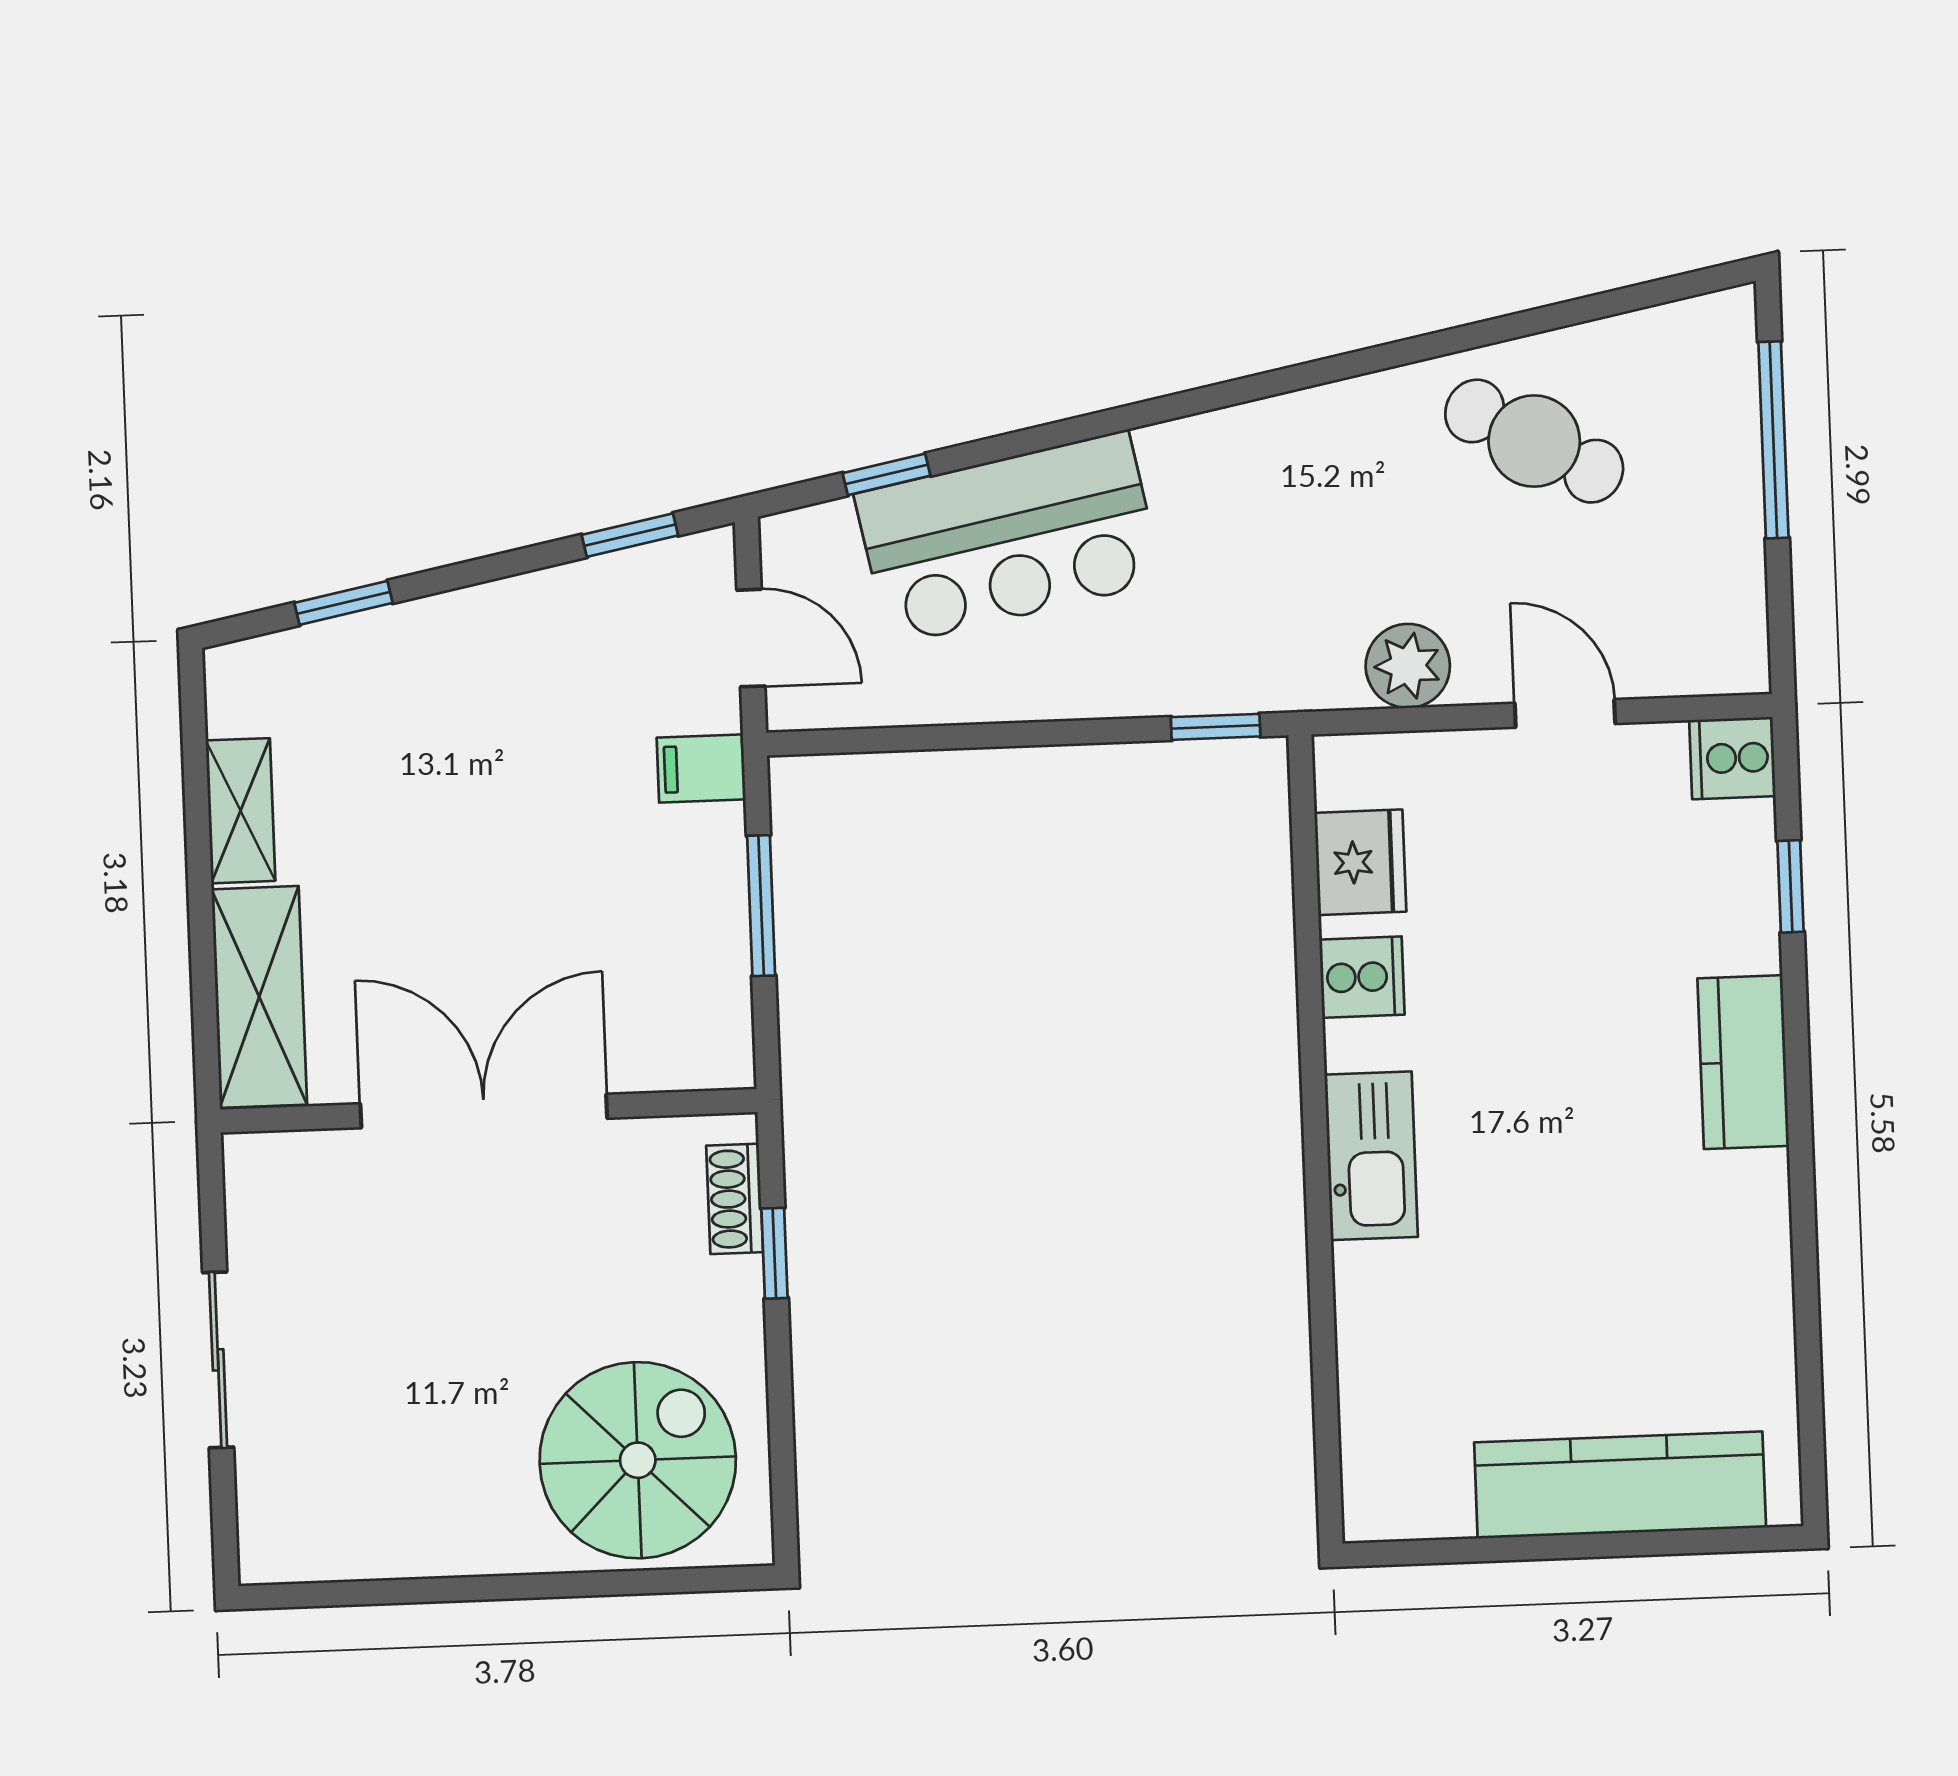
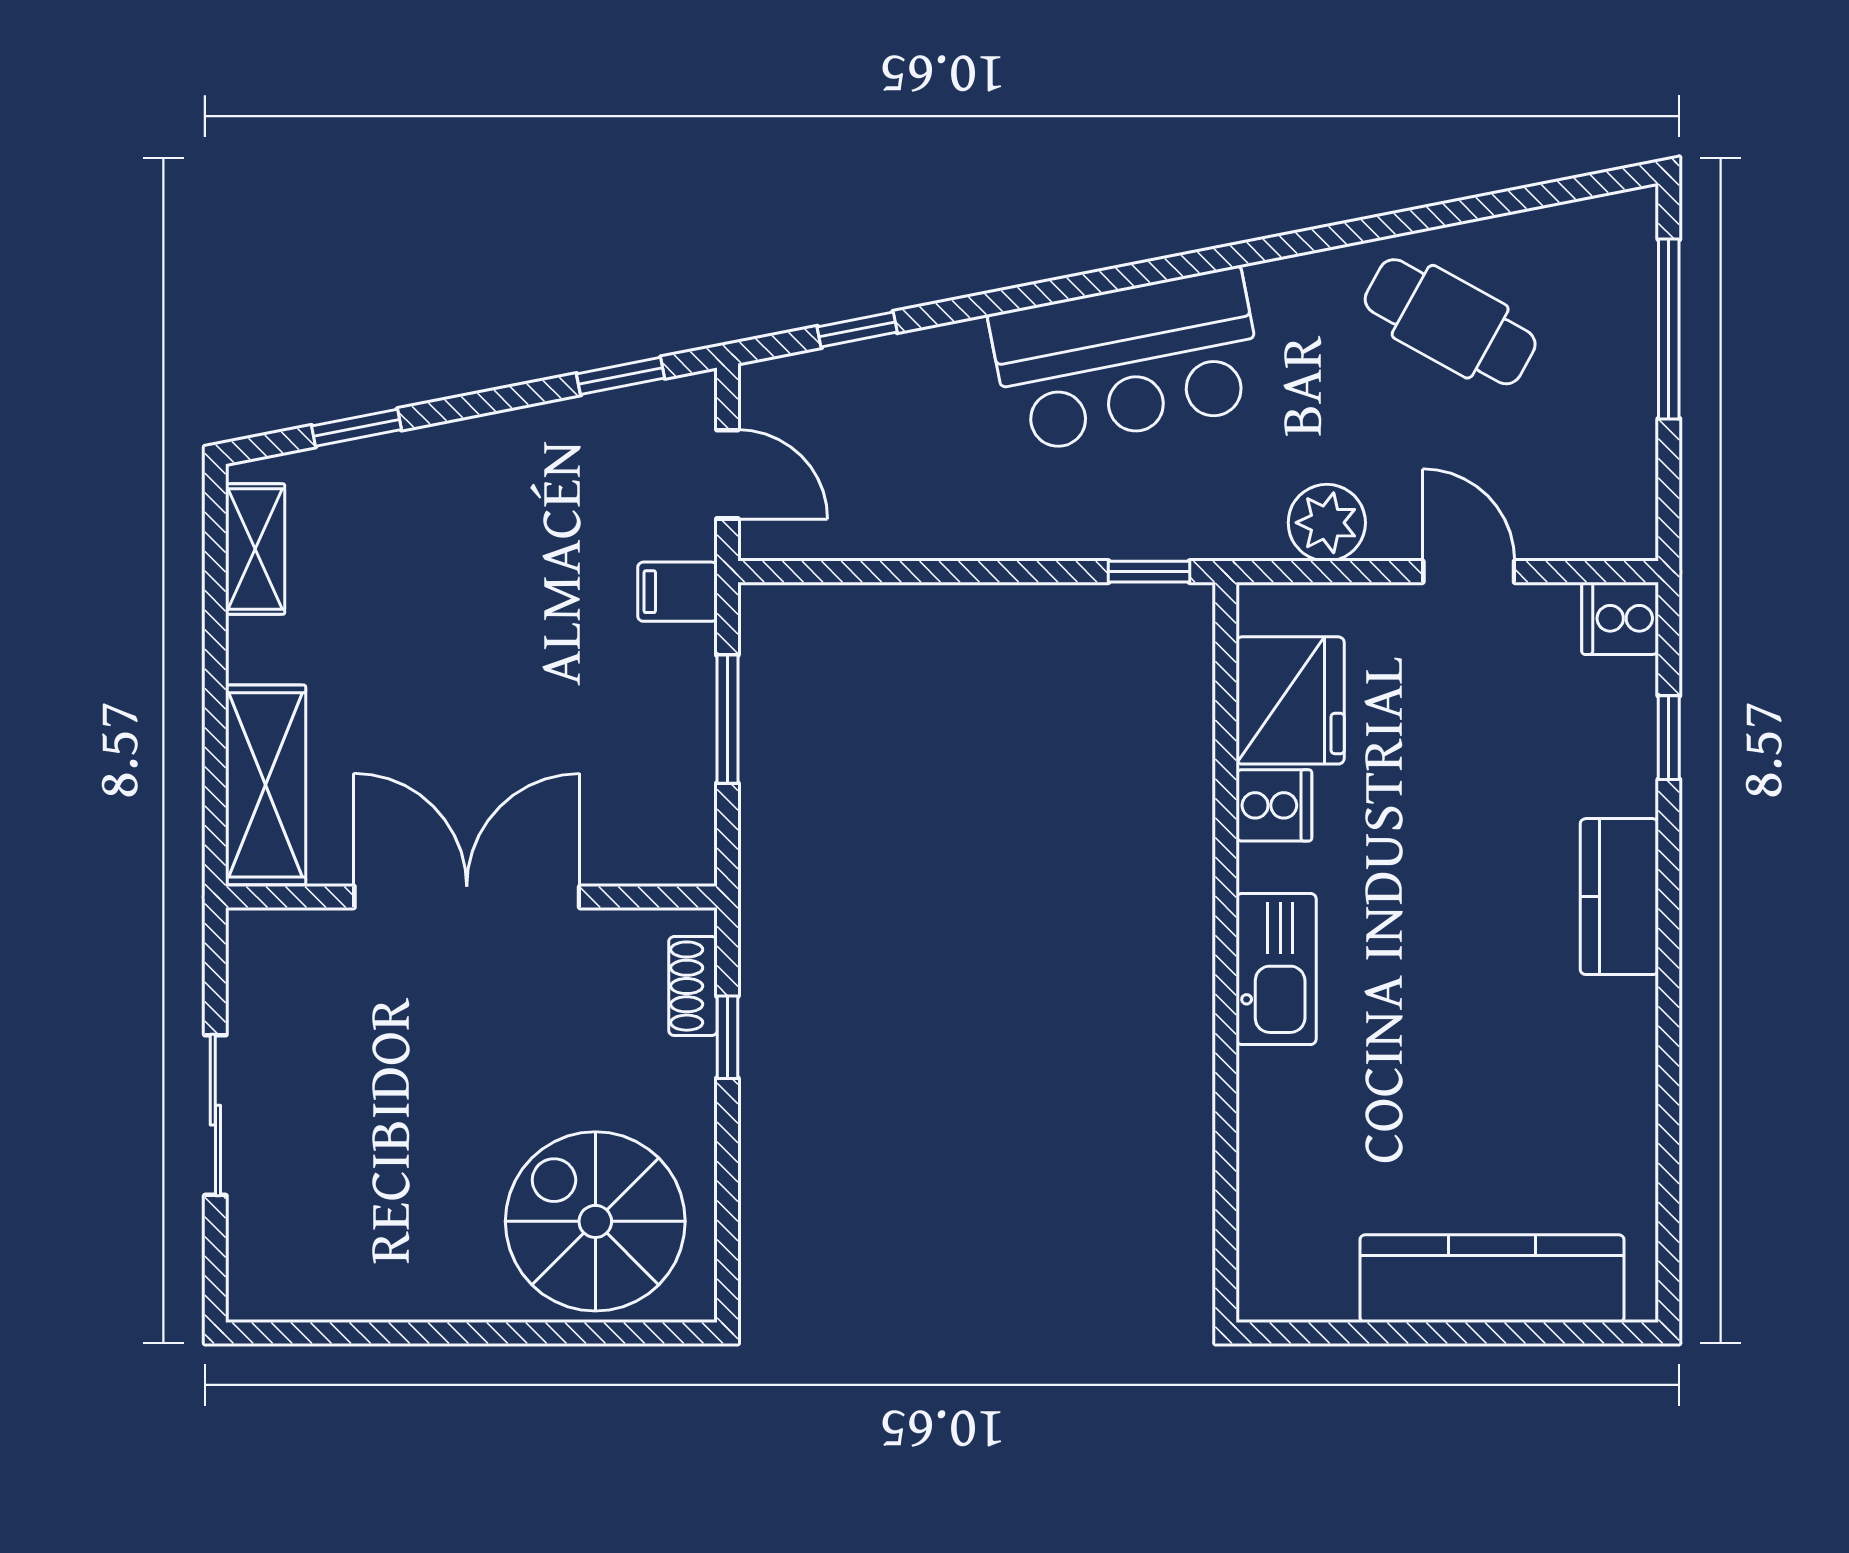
bar counter: (1009, 538) -> (1127, 360), moved
shelving: (240, 811) -> (255, 549), moved
fridge: (1360, 862) -> (1290, 700), width x1.36, depth x1.34
spiral stairs: (638, 1460) -> (595, 1221), turned -90

